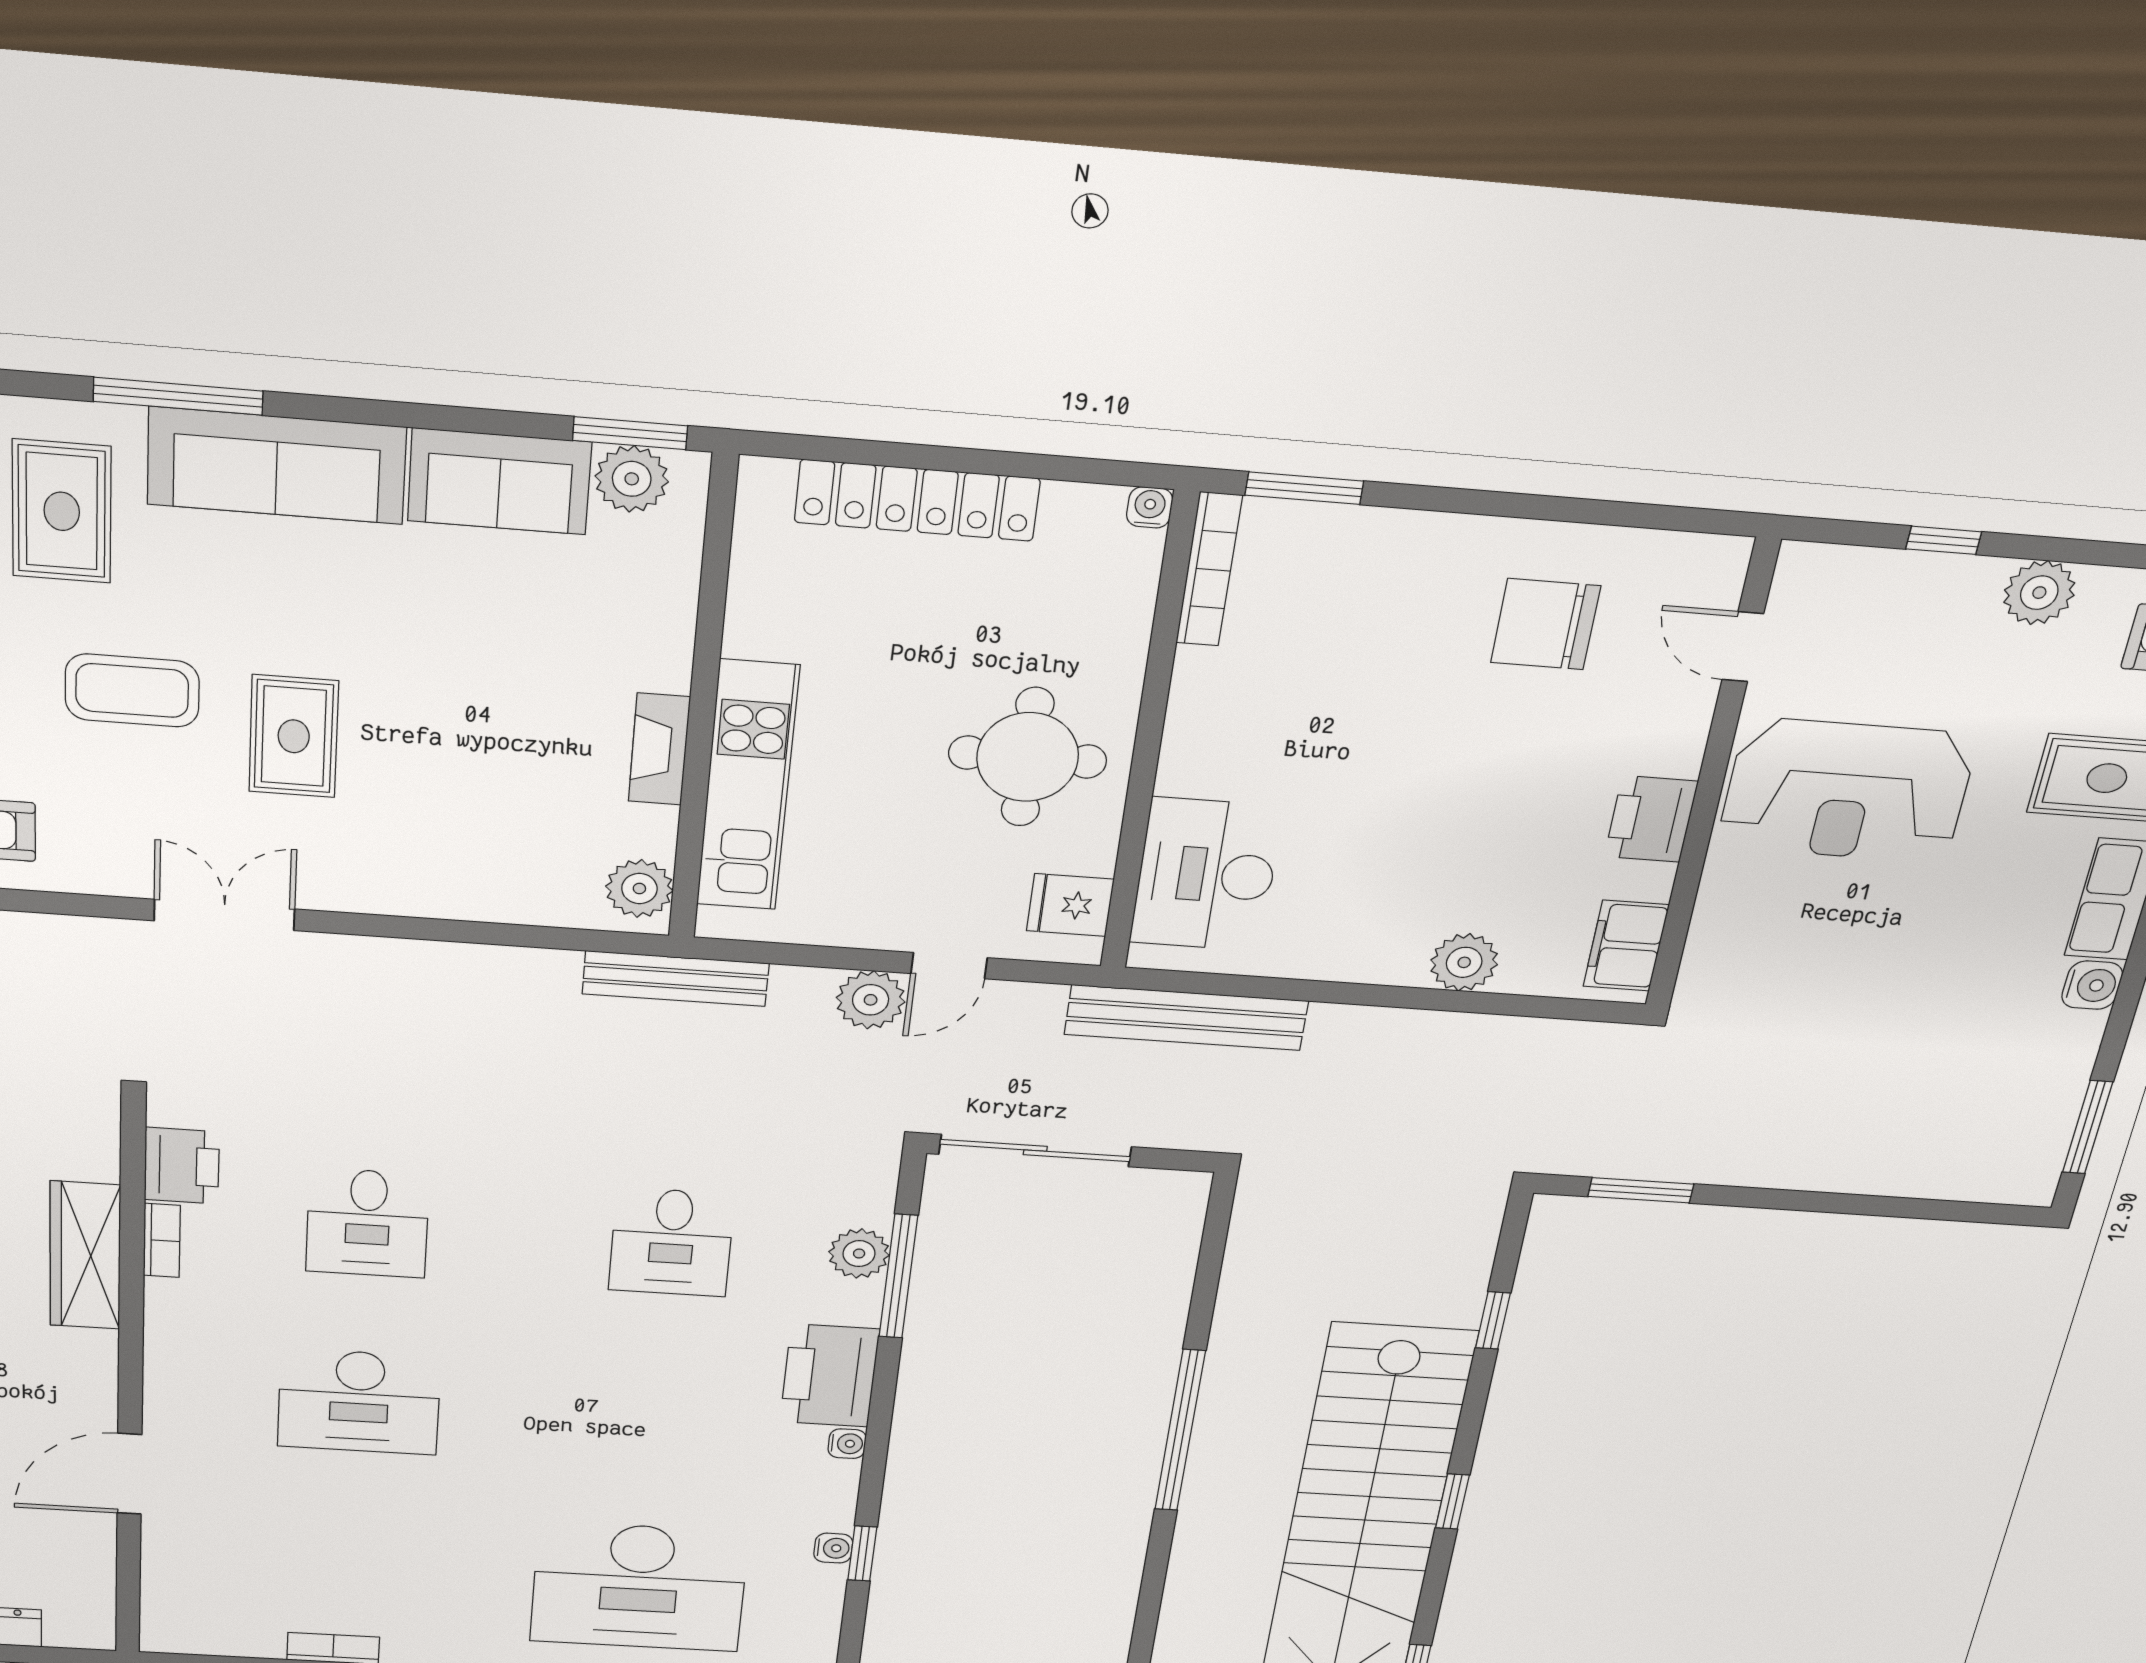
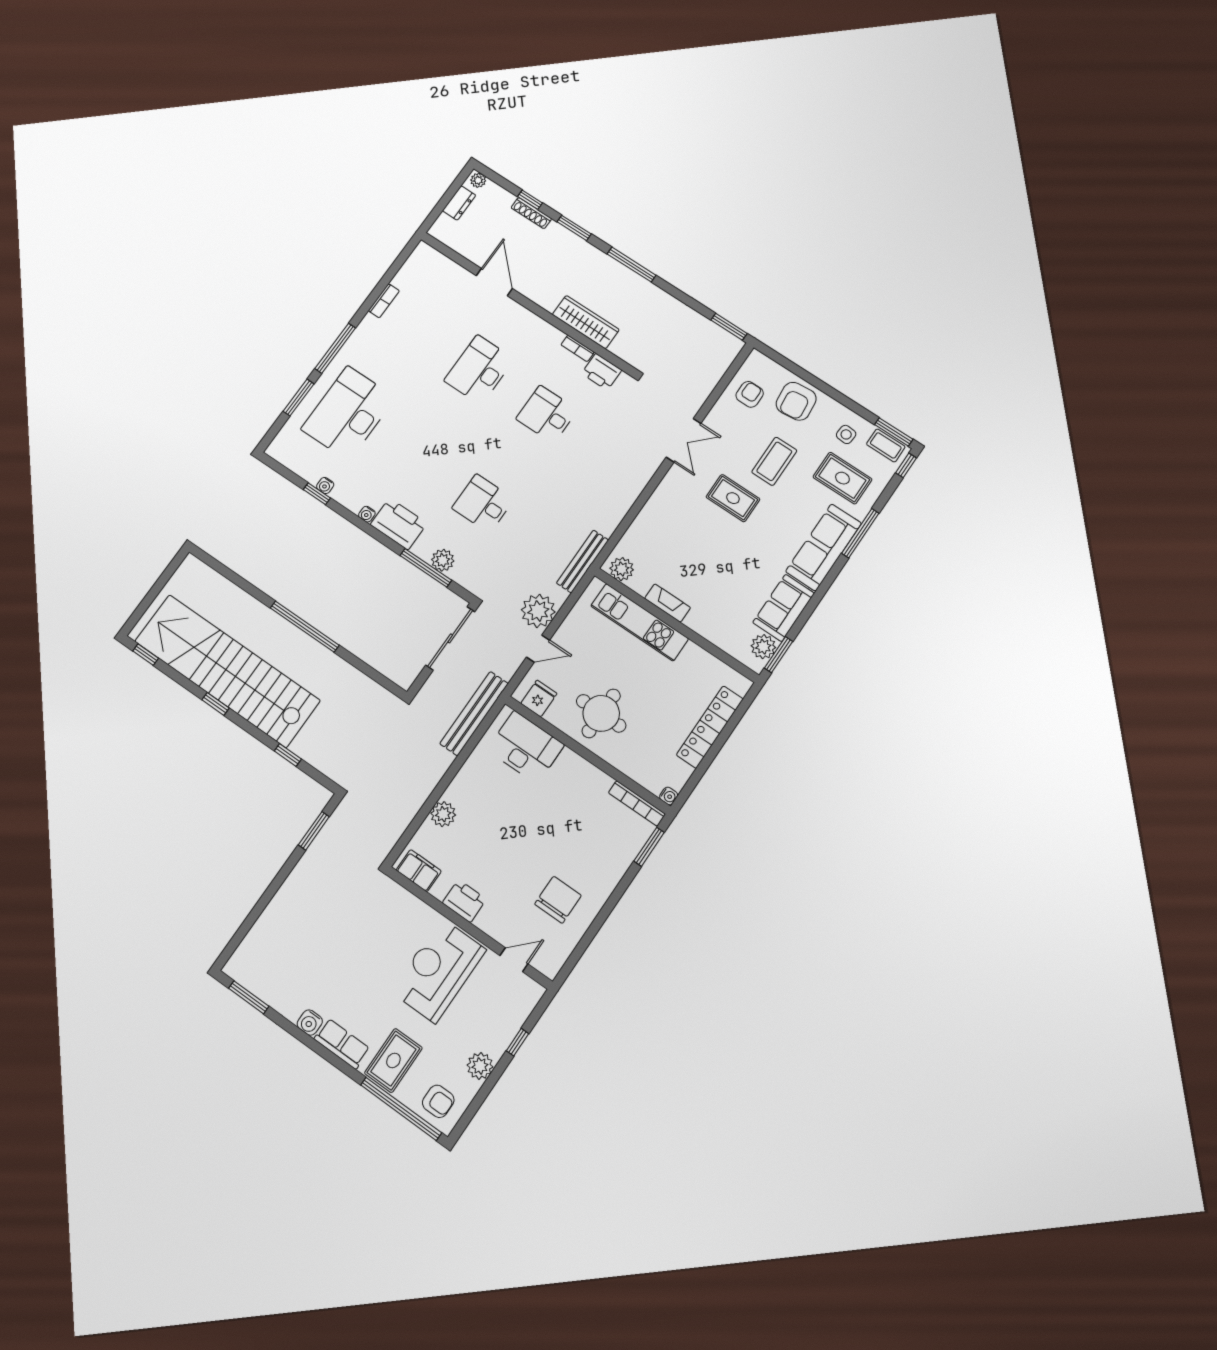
door: (949, 966) -> (538, 649), swing flipped
plant: (871, 1000) -> (538, 611), width x1.36, depth x1.36

